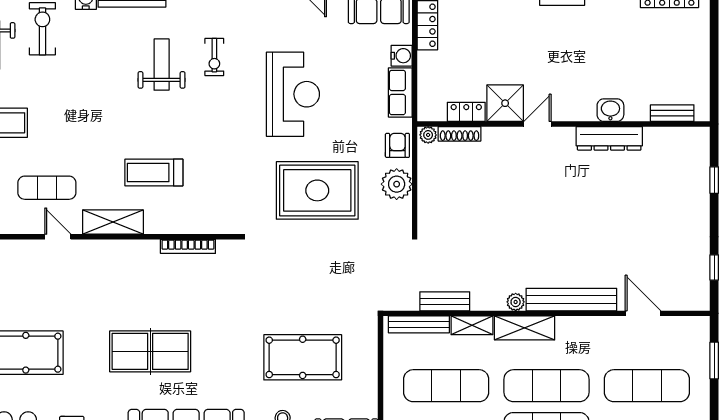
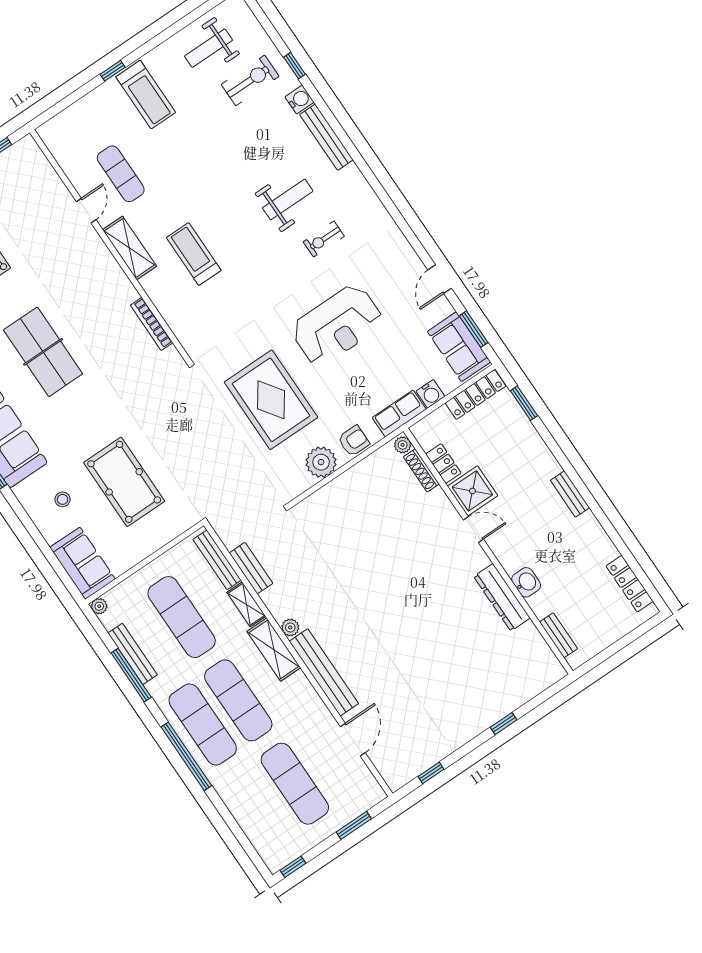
shower: (505, 103) -> (472, 491), moved
washbasin: (610, 110) -> (526, 582), moved
locker: (466, 112) -> (443, 464), moved
bench: (672, 113) -> (558, 635), moved
door: (537, 124) -> (473, 530), moved
wall: (564, 124) -> (488, 551), moved
shoe rack: (460, 134) -> (421, 470), moved
plant: (428, 135) -> (403, 445), moved
dresser: (609, 138) -> (502, 597), moved

